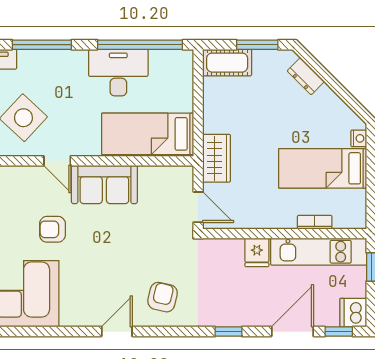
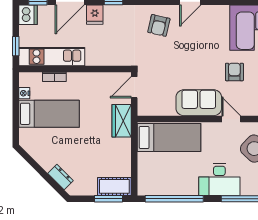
window: (257, 45) -> (108, 199), moved
desk: (118, 73) -> (219, 180), moved
nightstand: (359, 138) -> (24, 93), moved
door: (198, 207) -> (134, 87), hinge flipped
armchair: (52, 229) -> (234, 72), turned -90
fridge: (257, 252) -> (95, 15), moved, turned 180

